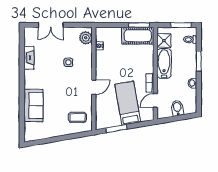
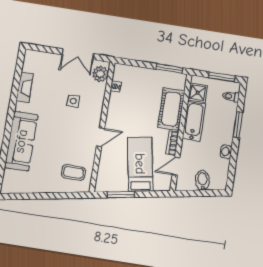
double door: (51, 25) -> (78, 54), moved
cot: (138, 36) -> (171, 109), moved, turned 90
sofa: (34, 106) -> (21, 141), width x1.36

